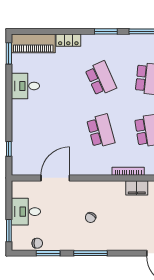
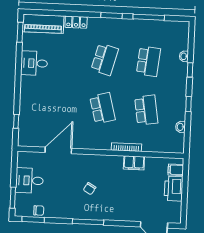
school desk: (101, 79) -> (105, 59), turned 39
window: (48, 253) -> (33, 220), moved

